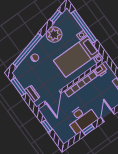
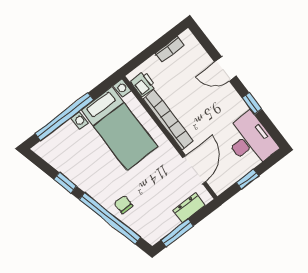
window: (56, 16) -> (65, 183), moved
plant: (54, 35) -> (80, 171), removed
door: (53, 97) -> (194, 170), hinge flipped
desk: (82, 118) -> (250, 140), moved

